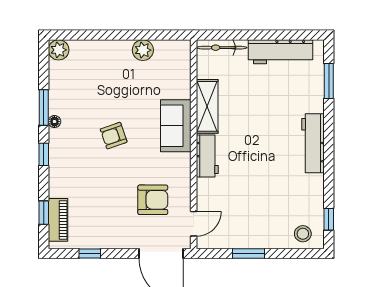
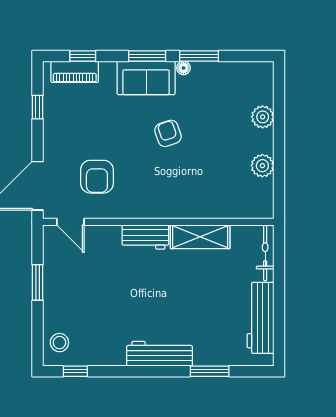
plant: (59, 50) -> (263, 117), moved
window: (329, 81) -> (210, 371), moved
sofa: (176, 126) -> (146, 78), moved, turned 180
window: (44, 154) -> (147, 56), width x1.50

